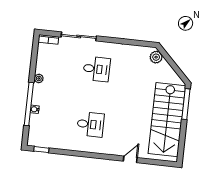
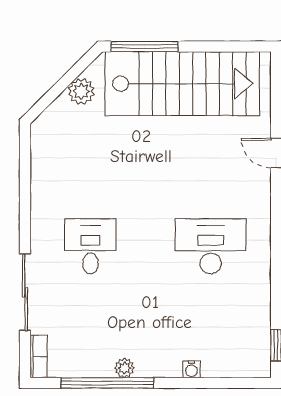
plant: (156, 57) -> (81, 91), moved
window: (29, 104) -> (107, 383), moved
desk: (90, 124) -> (211, 246), width x1.37

